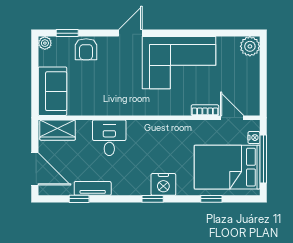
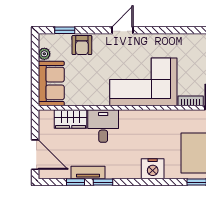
plant: (45, 43) -> (44, 54), moved
corner sofa: (179, 63) -> (143, 82), moved, turned 180
wardrobe: (58, 130) -> (71, 119), moved
window: (153, 199) -> (103, 182), moved

